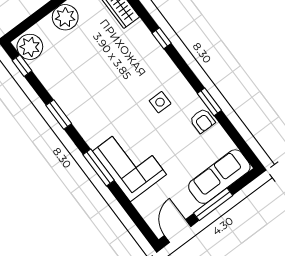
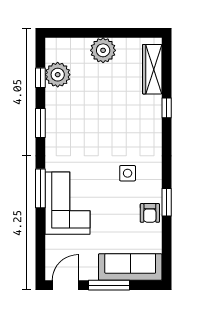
window: (162, 38) -> (167, 108), moved
plant: (30, 47) -> (58, 75), moved
window: (22, 66) -> (40, 78), moved

